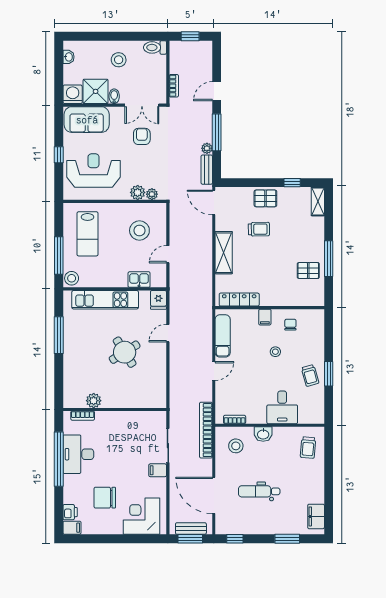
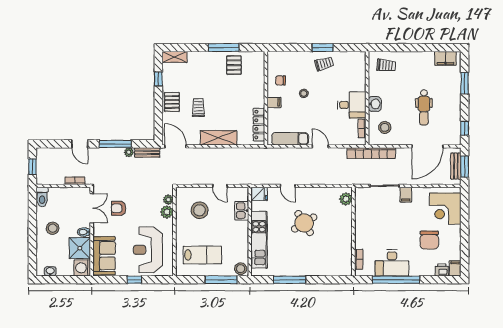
door: (214, 203) -> (175, 146), swing flipped
plant: (94, 401) -> (346, 199), moved
desk: (282, 407) -> (352, 105), moved

